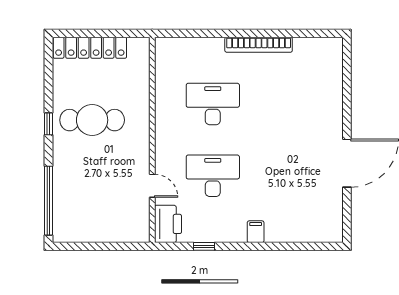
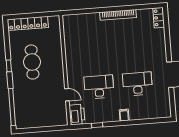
locker: (334, 56) -> (159, 18), added
desk: (213, 104) -> (137, 84), moved
cafe table: (92, 120) -> (32, 62), turned 90

